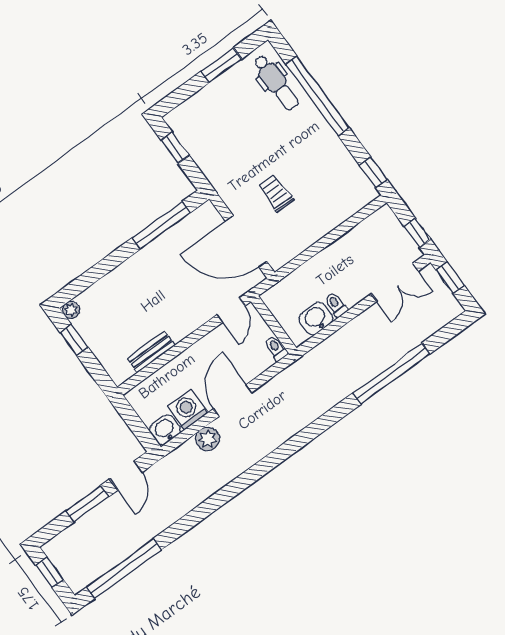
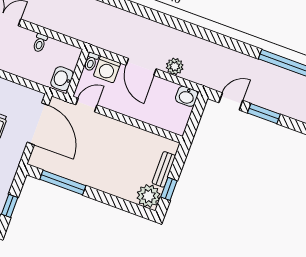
plant: (71, 310) -> (148, 196), width x1.88, depth x1.88
washbasin: (316, 318) -> (62, 79), moved, turned 90
bench: (151, 352) -> (164, 169), moved, turned 90
door: (232, 401) -> (141, 67), hinge flipped
washing machine: (188, 410) -> (107, 69), moved

